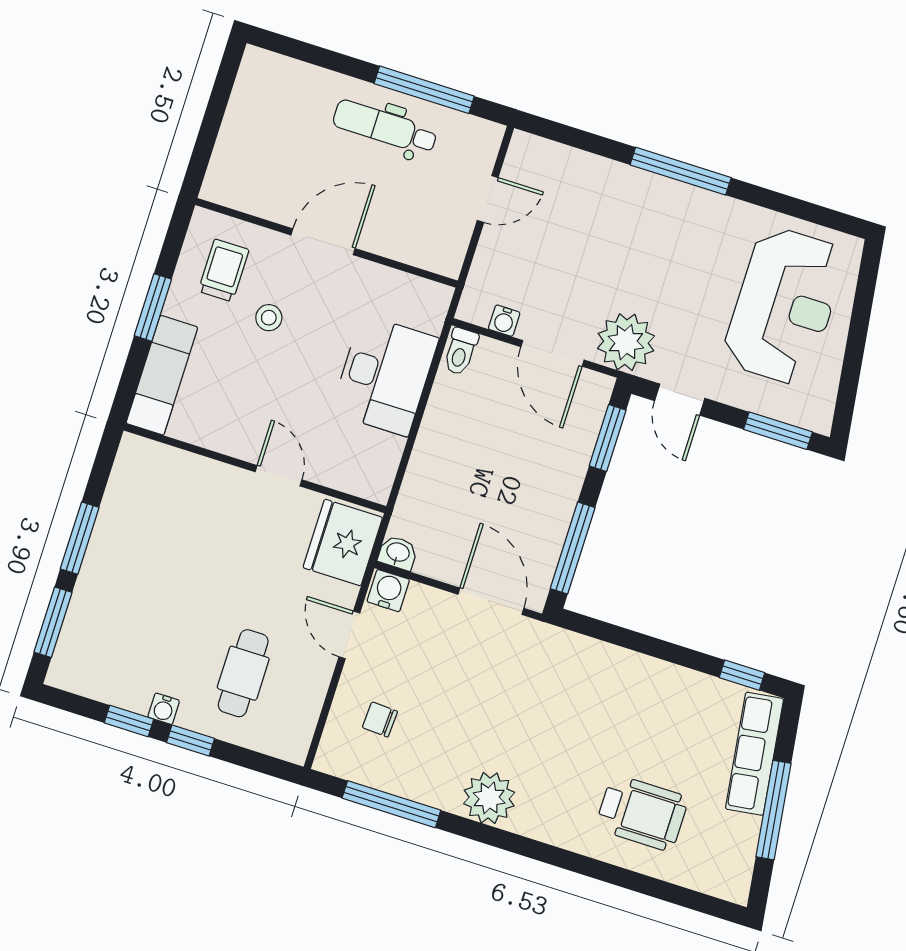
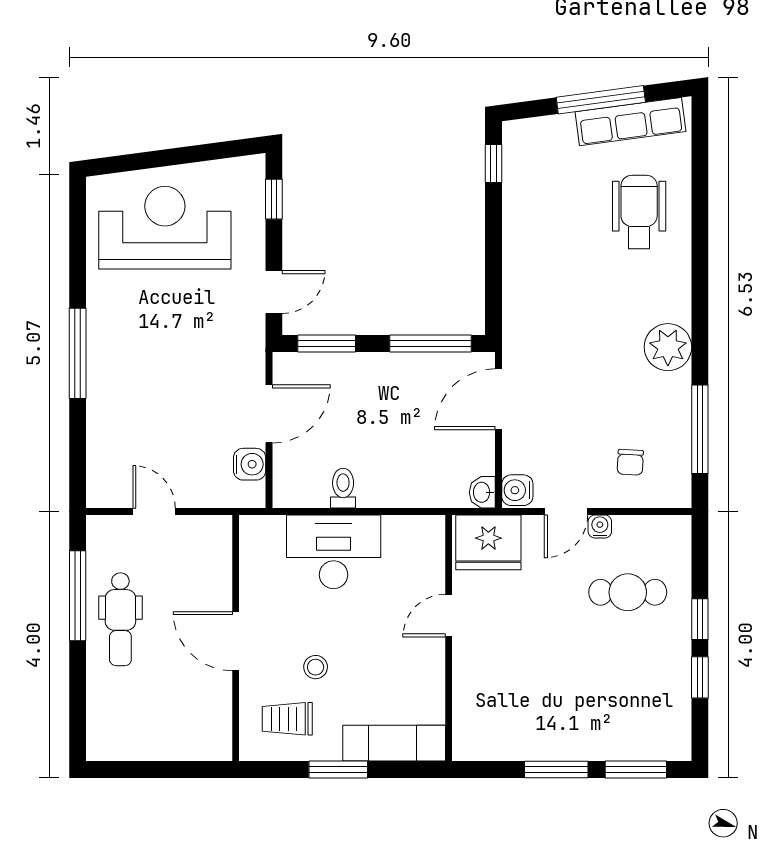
water cooler: (504, 321) -> (250, 464), width x1.38, depth x1.38
plant: (626, 342) -> (239, 354), removed
toilet: (461, 351) -> (343, 488), moved, turned -90
window: (778, 431) -> (274, 199), width x0.67
water cooler: (164, 709) -> (600, 526), moved, turned -90
row of seats: (754, 754) -> (631, 122), moved

